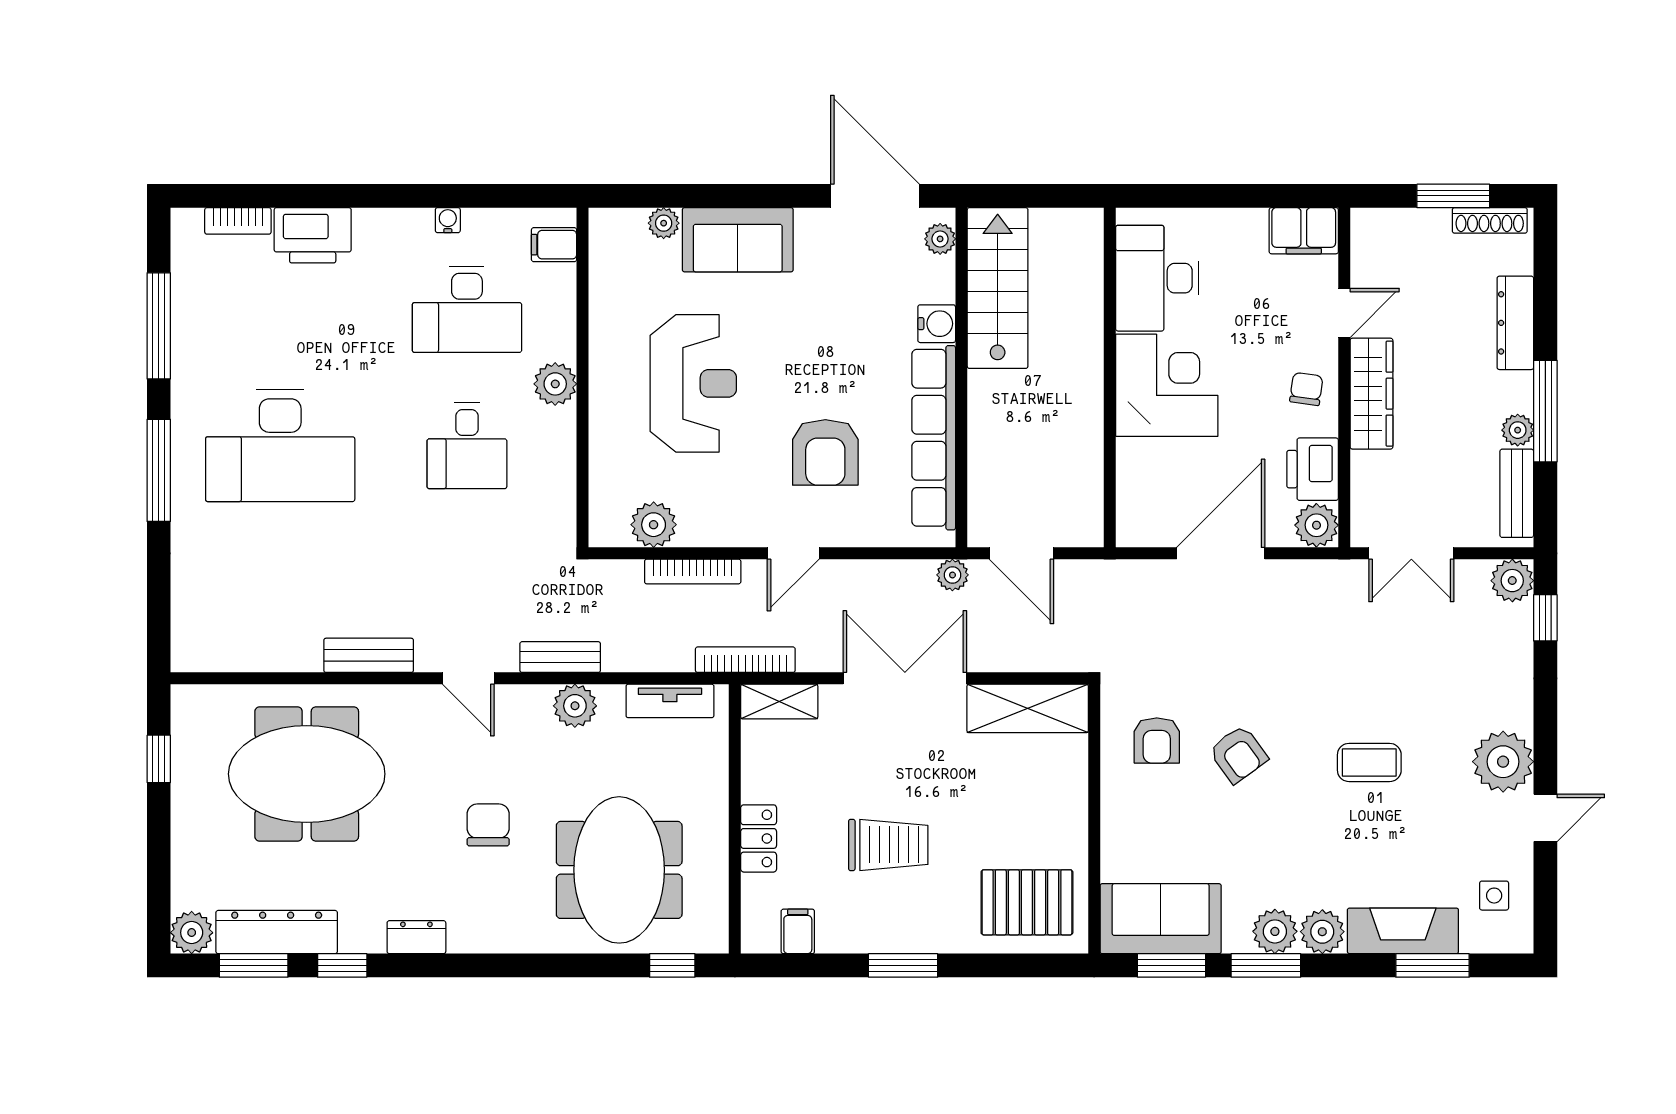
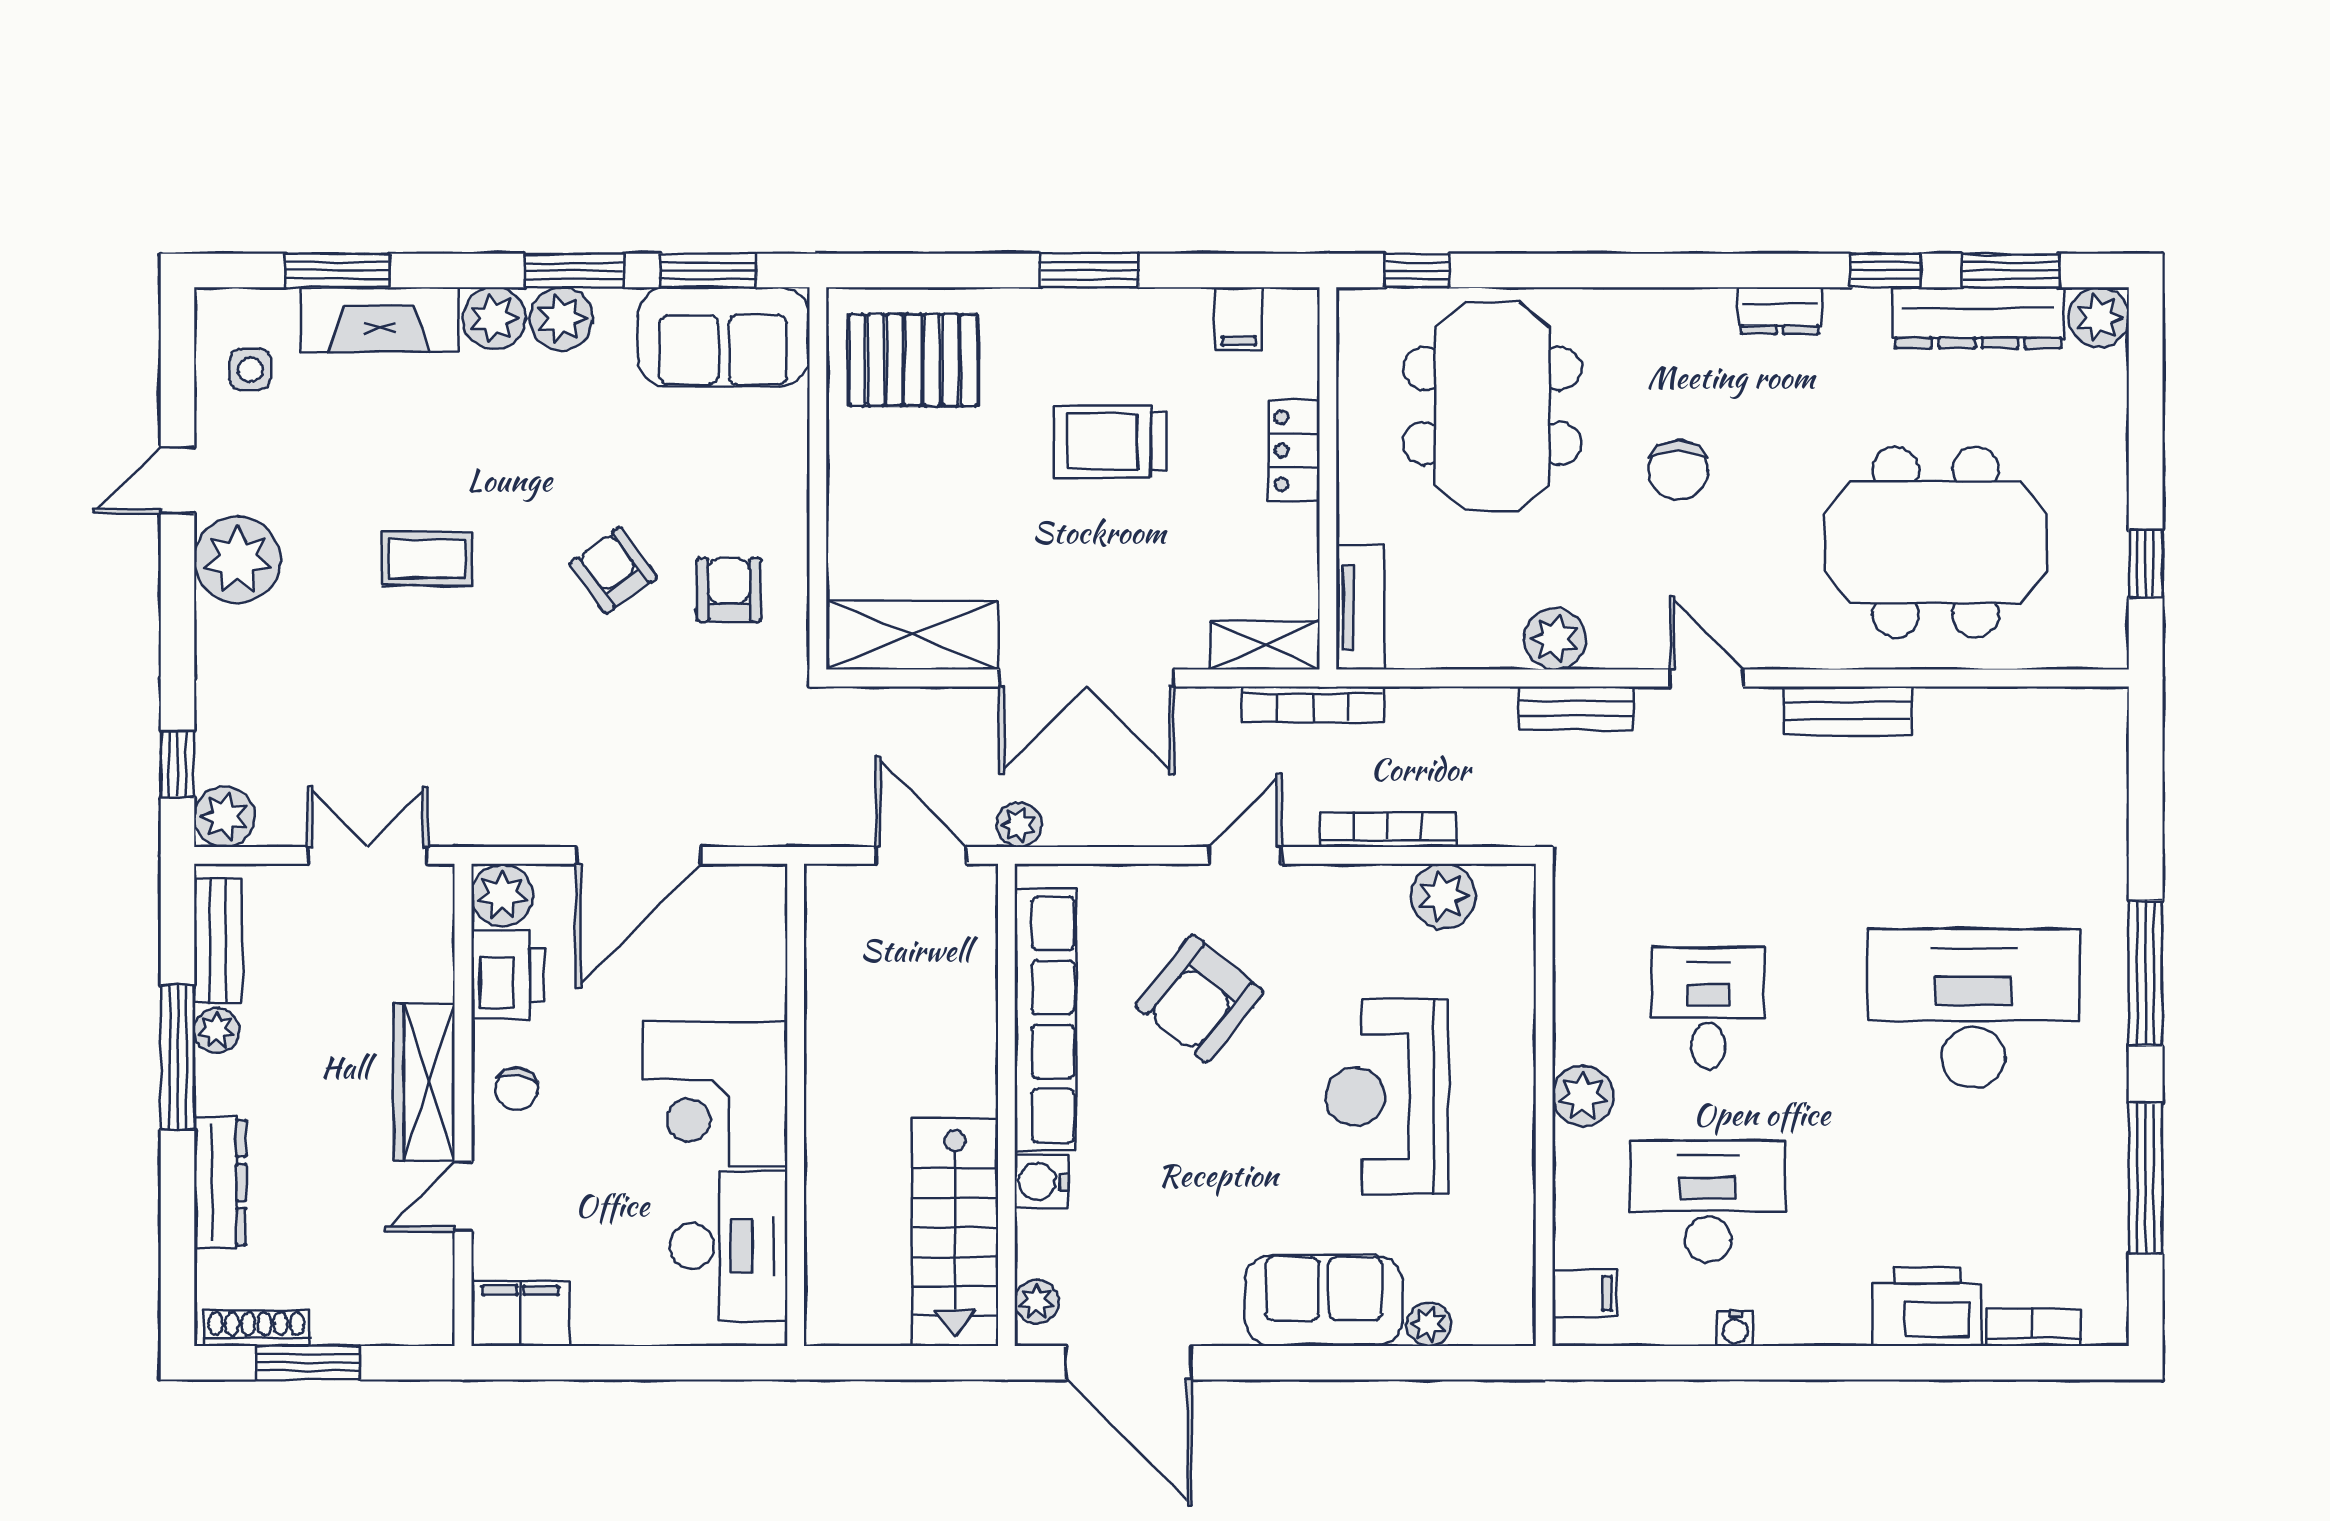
armchair: (825, 452) -> (1199, 999), turned -141
tv unit: (670, 701) -> (1360, 607), moved, turned 90

